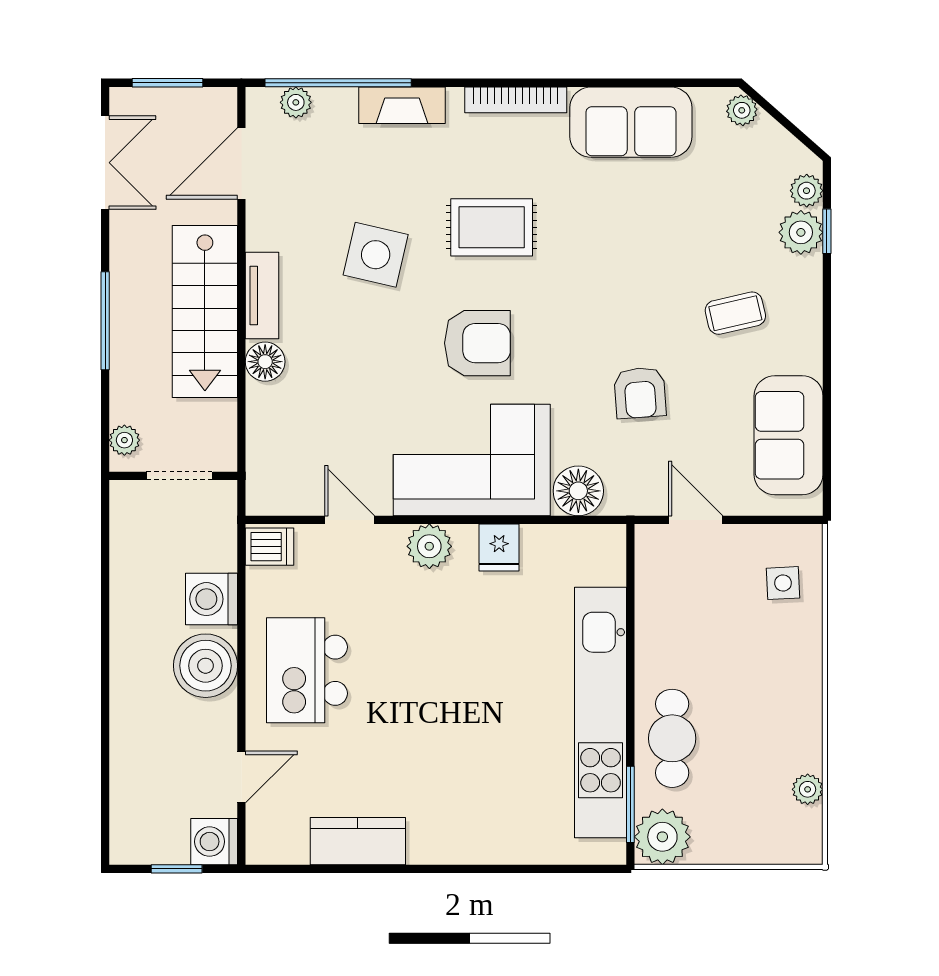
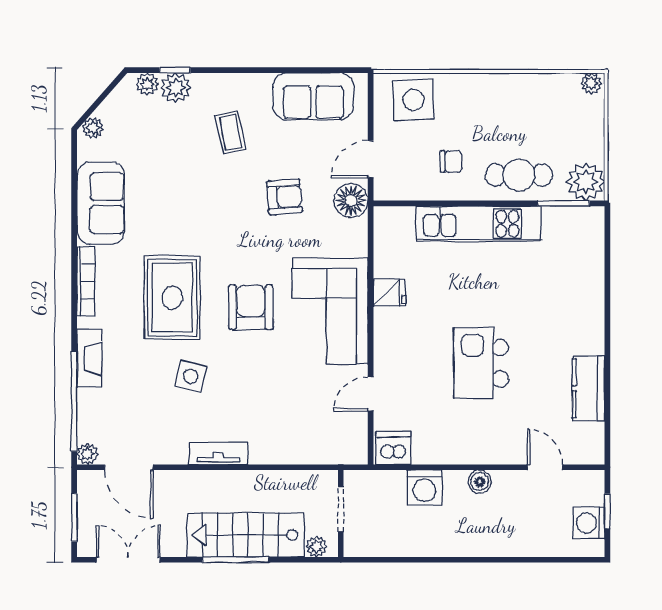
plant: (296, 102) -> (87, 454), moved
rug: (492, 227) -> (172, 298), width x1.36, depth x1.43
side table: (376, 255) -> (191, 376), width x0.73, depth x0.73
stairs: (205, 312) -> (246, 535), moved, turned 180
floor lamp: (265, 362) -> (263, 451), removed
floor lamp: (578, 491) -> (351, 201), moved
plant: (429, 546) -> (389, 340), removed
dishwasher: (270, 547) -> (394, 448), width x1.38
side table: (783, 583) -> (413, 100), width x1.87, depth x1.87
chair: (692, 639) -> (451, 161), added
boiler: (206, 666) -> (480, 482), width x0.54, depth x0.54
kitchen island: (307, 670) -> (481, 363), moved, turned 90
kitchen unit: (601, 712) -> (479, 224), width x0.73
plant: (808, 789) -> (591, 83), moved
washing machine: (214, 842) -> (589, 523), moved, turned 90

